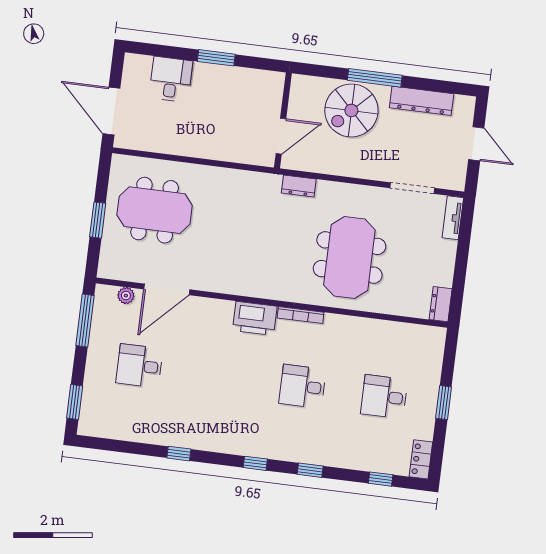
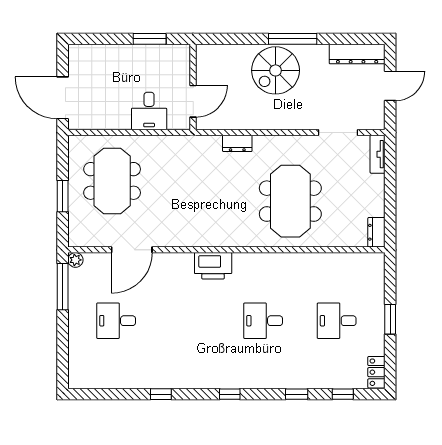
desk: (171, 79) -> (149, 111), moved, turned 180
dresser: (422, 101) -> (357, 54), moved
wall: (283, 120) -> (193, 87), moved
door: (281, 136) -> (193, 101), moved
door: (476, 144) -> (390, 86), hinge flipped
meeting table: (155, 210) -> (112, 181), turned 90
plant: (126, 296) -> (75, 260), moved
bookcase: (301, 315) -> (253, 258), removed
window: (75, 402) -> (63, 360), removed
window: (310, 470) -> (297, 394), moved

